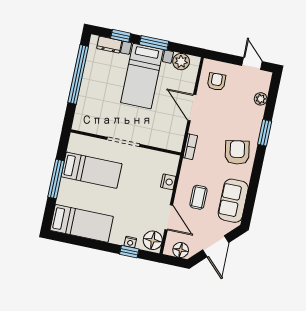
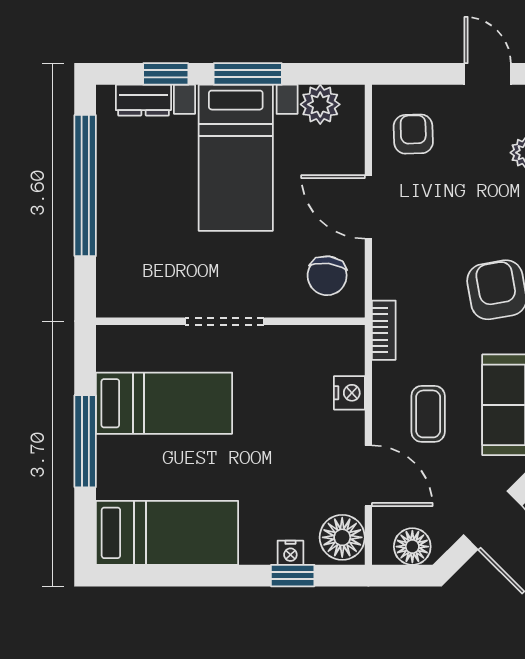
chair: (169, 132) -> (327, 276), added
bookcase: (190, 147) -> (384, 330), moved

